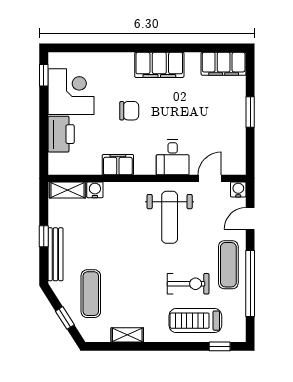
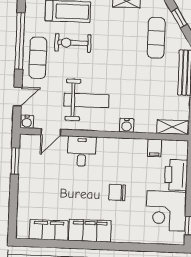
filing cabinet: (224, 64) -> (49, 230), moved
window: (250, 112) -> (15, 161), moved
filing cabinet: (118, 165) -> (154, 148), moved, width x0.50
water cooler: (95, 190) -> (127, 125), moved
weight bench: (170, 217) -> (86, 100), turned 90

